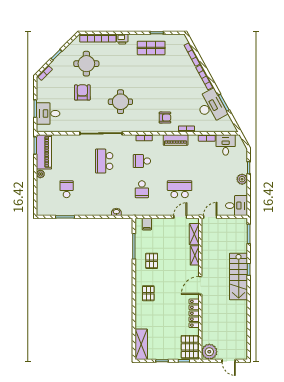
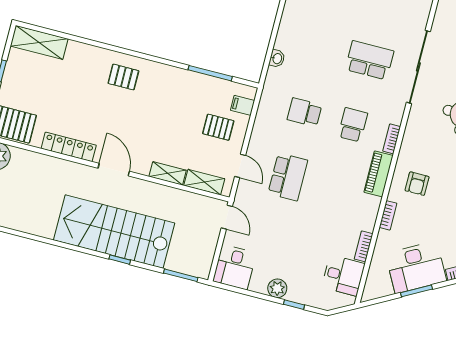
piano: (176, 140) -> (379, 174), moved
pallet: (152, 261) -> (218, 127), moved
stairs: (239, 276) -> (114, 232), width x1.36, depth x1.51

